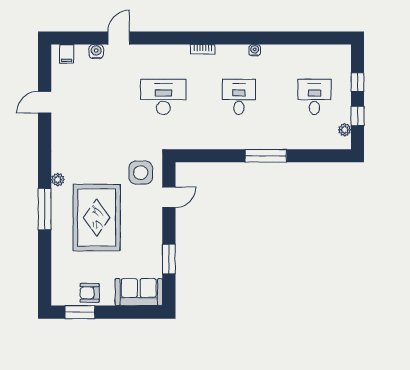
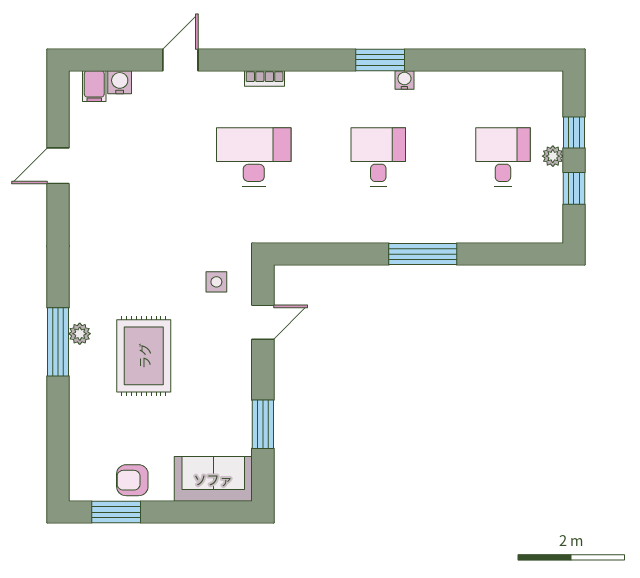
window: (240, 38) -> (380, 60), added
bookcase: (203, 49) -> (265, 78), moved
water cooler: (96, 52) -> (120, 82), moved
plant: (345, 130) -> (553, 156), moved
side table: (141, 173) -> (216, 282), width x0.54, depth x0.54
plant: (58, 180) -> (80, 334), moved
rug: (97, 218) -> (144, 356), width x0.73, depth x0.69

